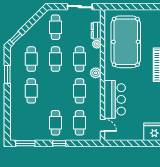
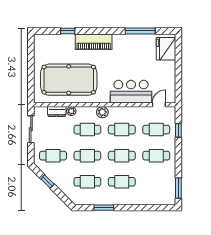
window: (16, 38) -> (47, 181), moved
cafe table: (55, 91) -> (122, 156), added
window: (59, 143) -> (178, 130), moved

